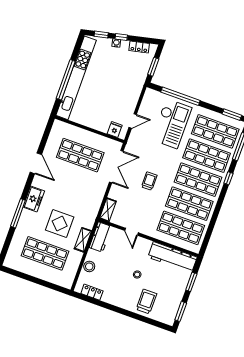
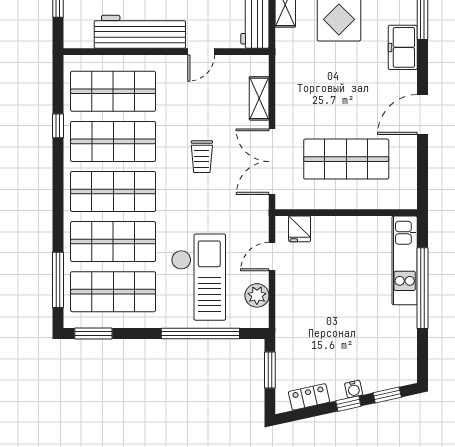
kitchen unit: (76, 78) -> (405, 260), width x0.54
plant: (147, 105) -> (257, 295), added
checkout: (172, 124) -> (198, 277), turned 180
door: (36, 163) -> (422, 115), hinge flipped
window: (228, 178) -> (58, 126), moved
shelving: (108, 210) -> (259, 98), moved
door: (131, 232) -> (201, 52), swing flipped
workbench: (173, 257) -> (140, 32), moved

